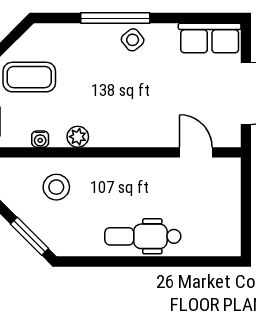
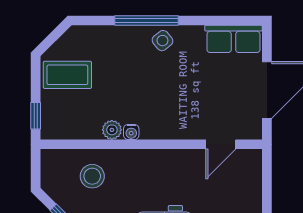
water cooler: (40, 139) -> (131, 132), moved
door: (196, 152) -> (221, 144), swing flipped

